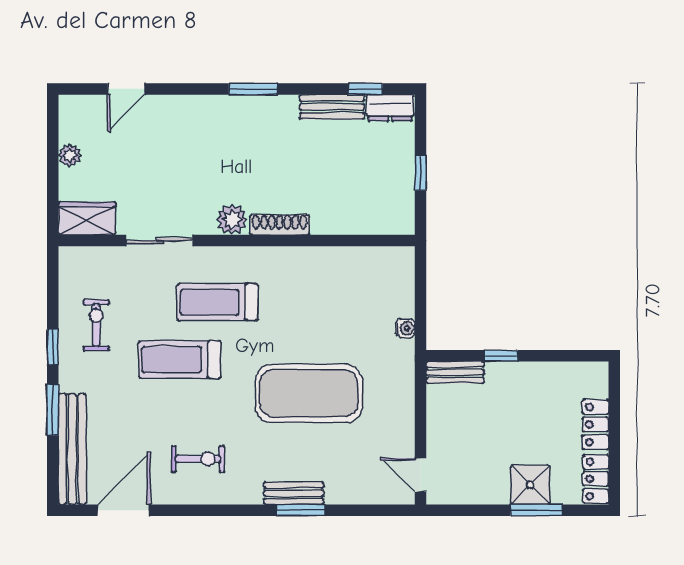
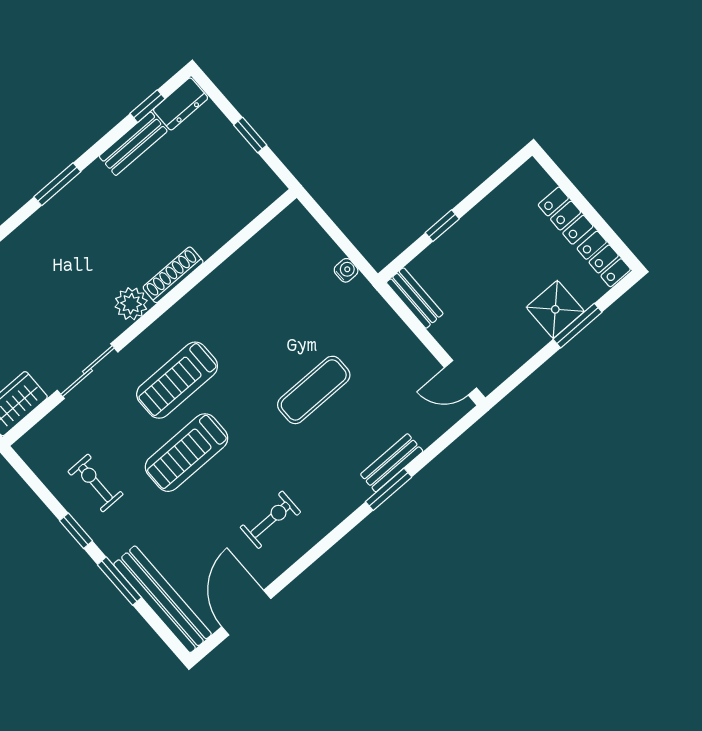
bench: (455, 372) -> (415, 298), moved, turned 90
exercise mat: (309, 393) -> (314, 390), width x0.50, depth x0.69
bench: (294, 493) -> (392, 463), moved

